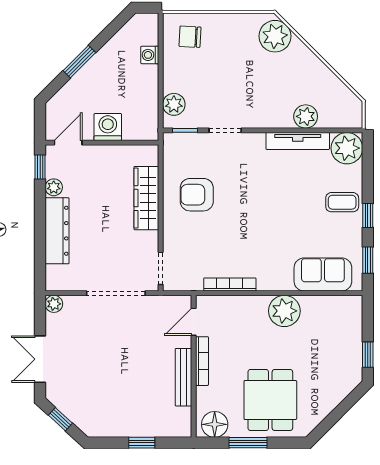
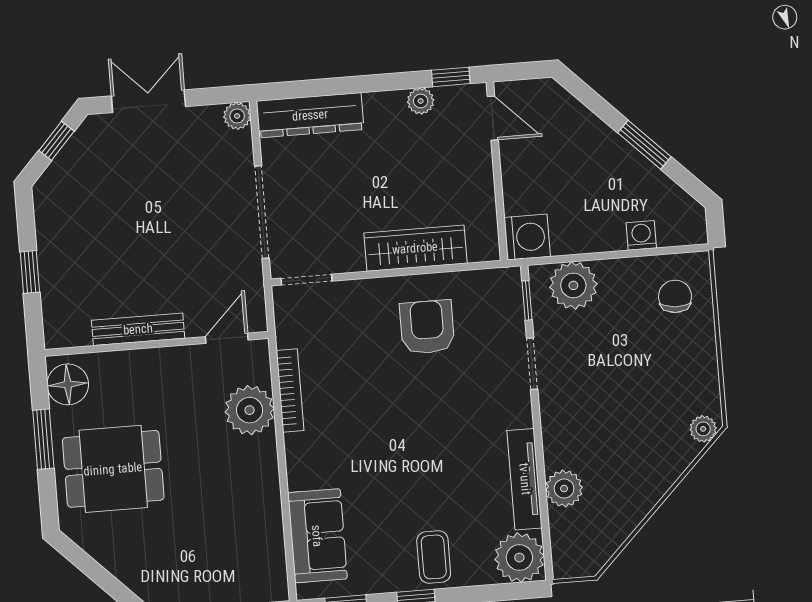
plant: (275, 36) -> (703, 429), width x0.53, depth x0.53
window: (79, 62) -> (644, 145), moved
plant: (174, 104) -> (573, 285), width x1.36, depth x1.36
washing machine: (108, 127) -> (527, 237), moved
dresser: (57, 231) -> (310, 115), moved
plant: (284, 311) -> (250, 410), moved
door: (194, 322) -> (227, 338), hinge flipped
bookcase: (202, 361) -> (166, 356), removed

